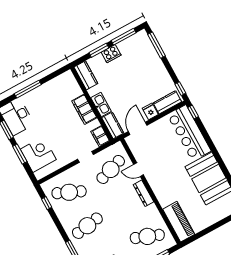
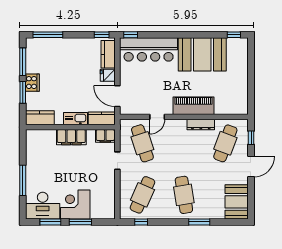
corner desk: (38, 154) -> (75, 204), moved
dresser: (143, 193) -> (201, 125), moved
piano: (179, 222) -> (193, 106), moved

